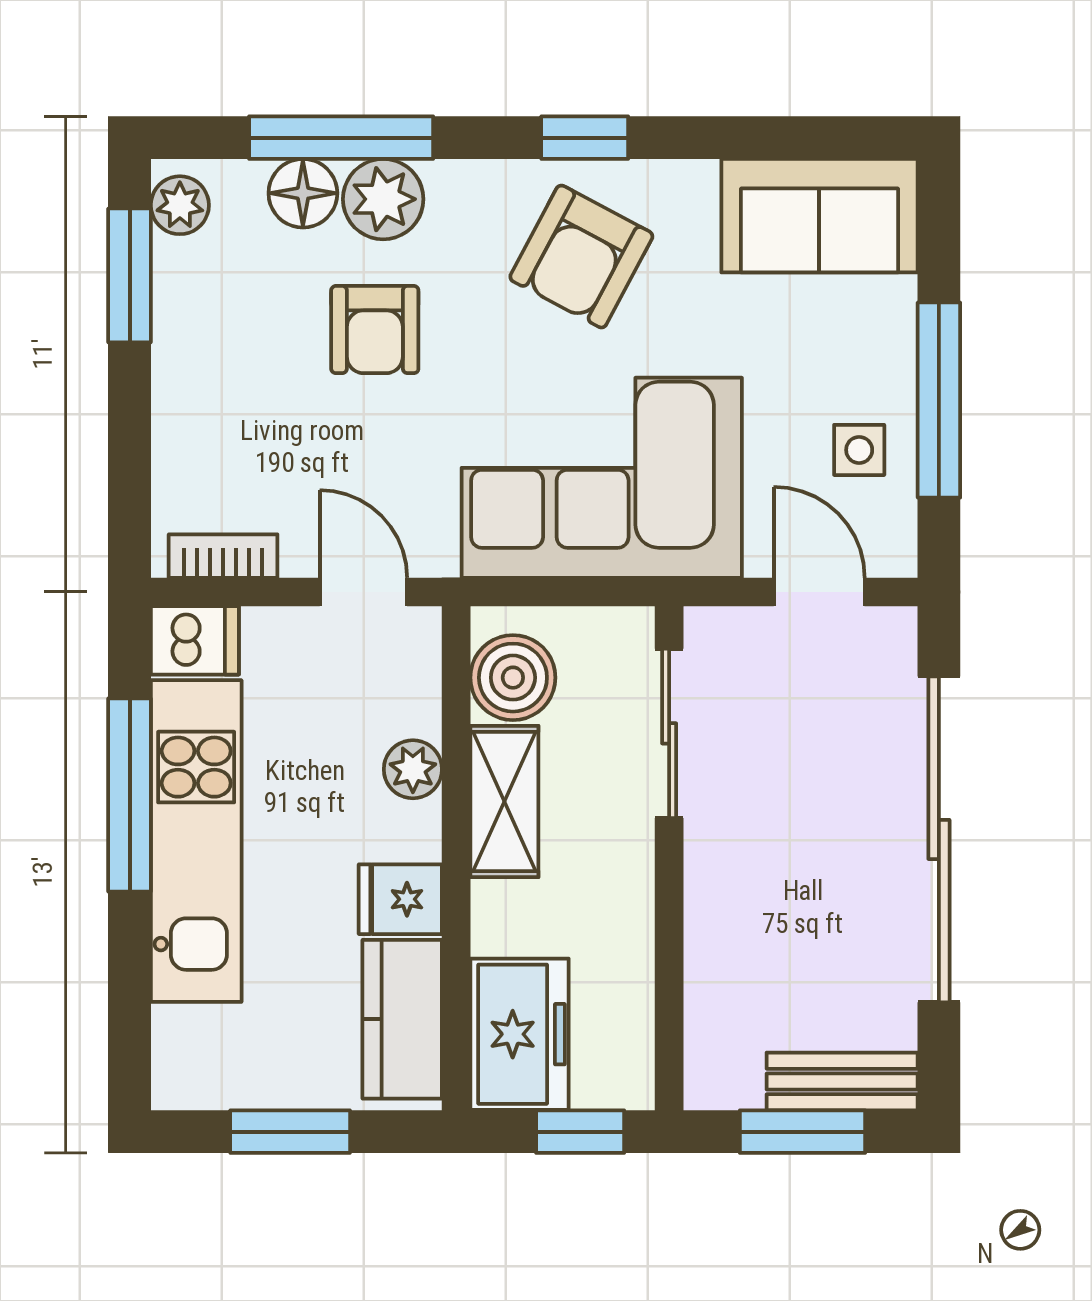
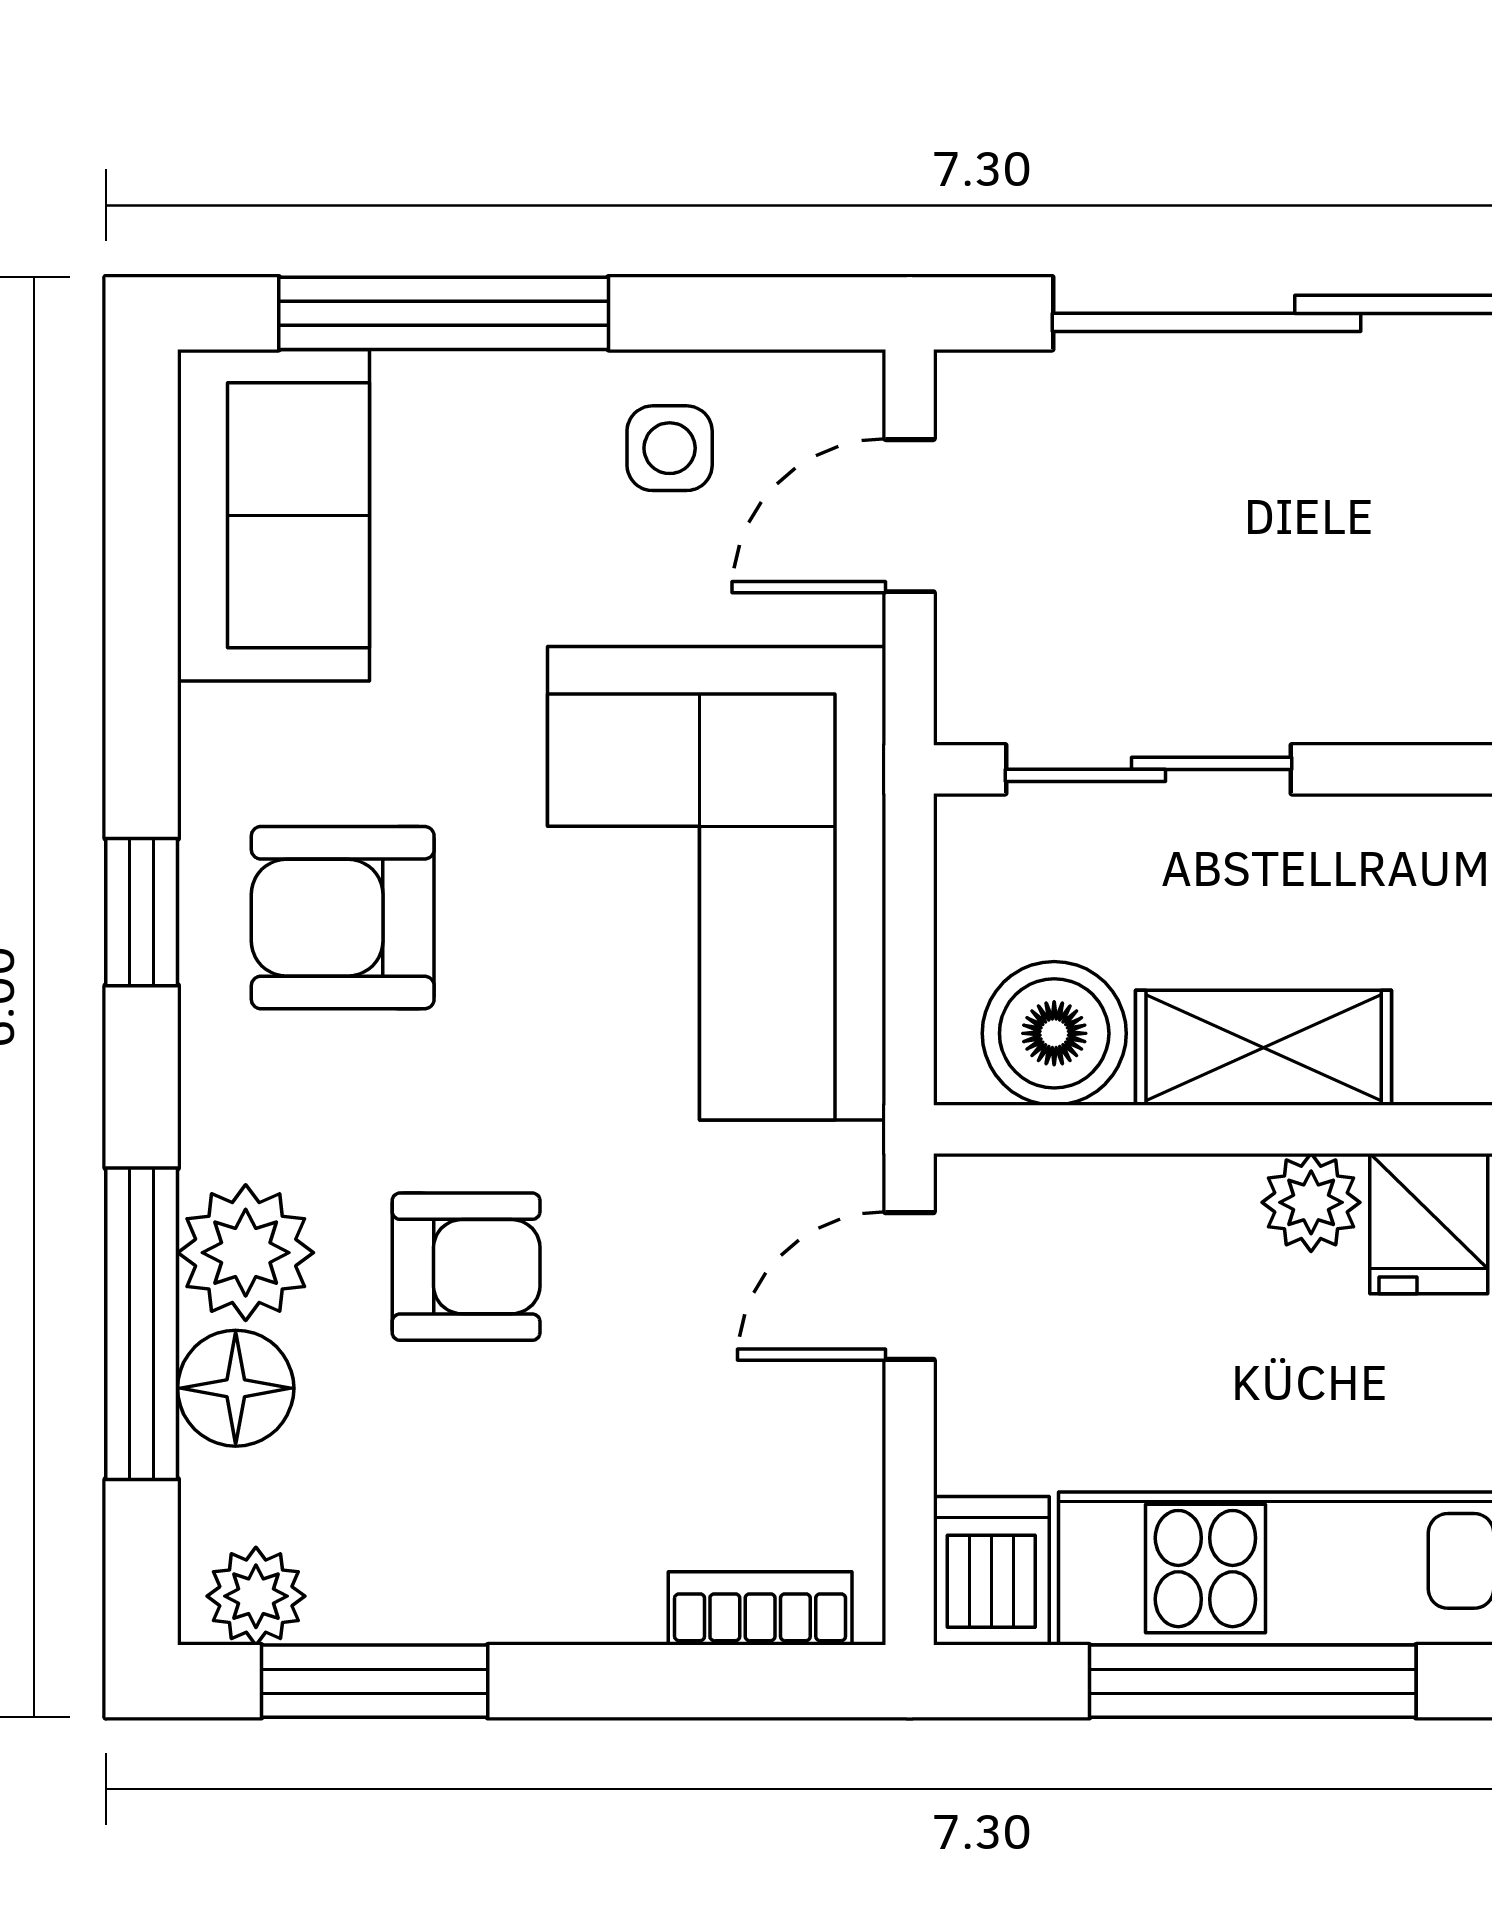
armchair: (581, 257) -> (343, 918), turned 152
window: (939, 400) -> (444, 313), moved
bookcase: (223, 556) -> (760, 1608), moved, turned 90
plant: (413, 769) -> (1311, 1202), moved

